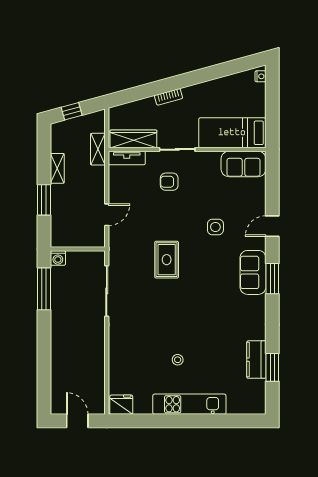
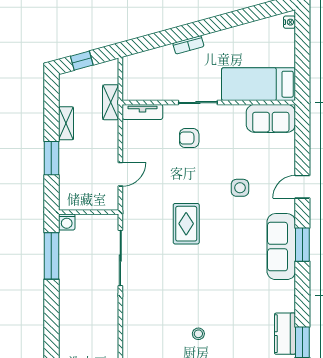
wardrobe: (133, 139) -> (150, 91), removed
sofa: (253, 272) -> (281, 247), width x1.36

